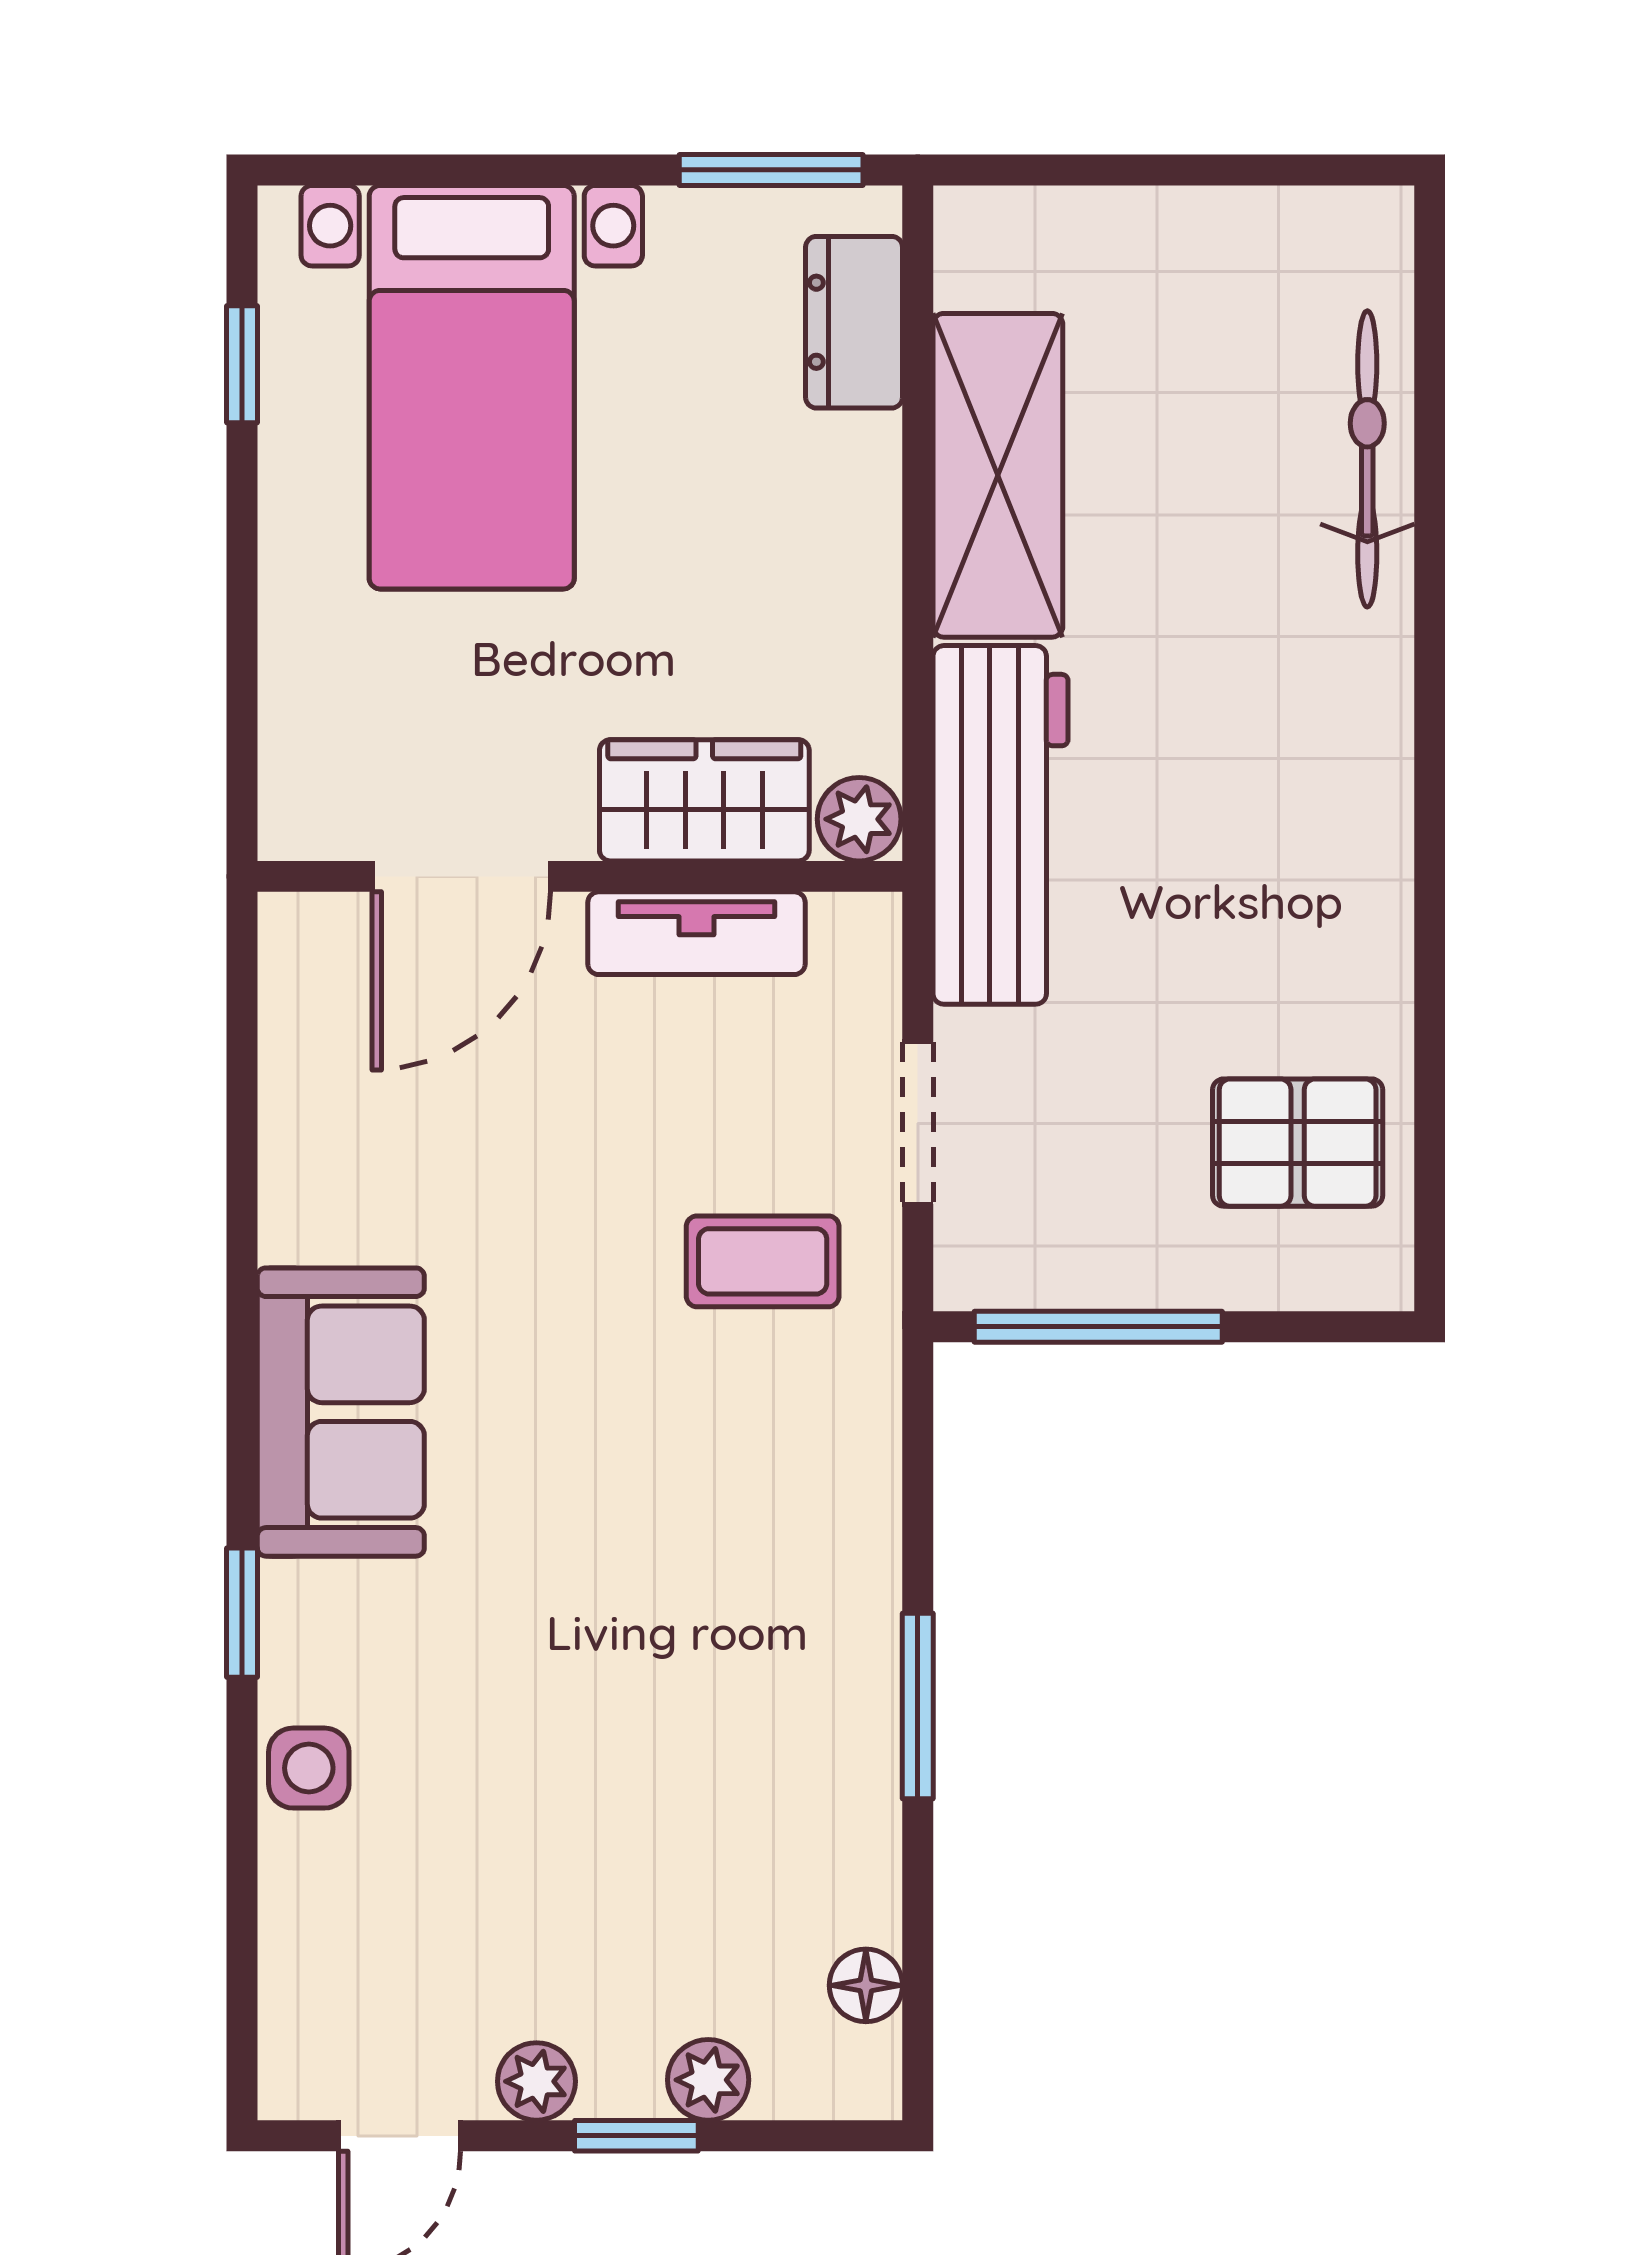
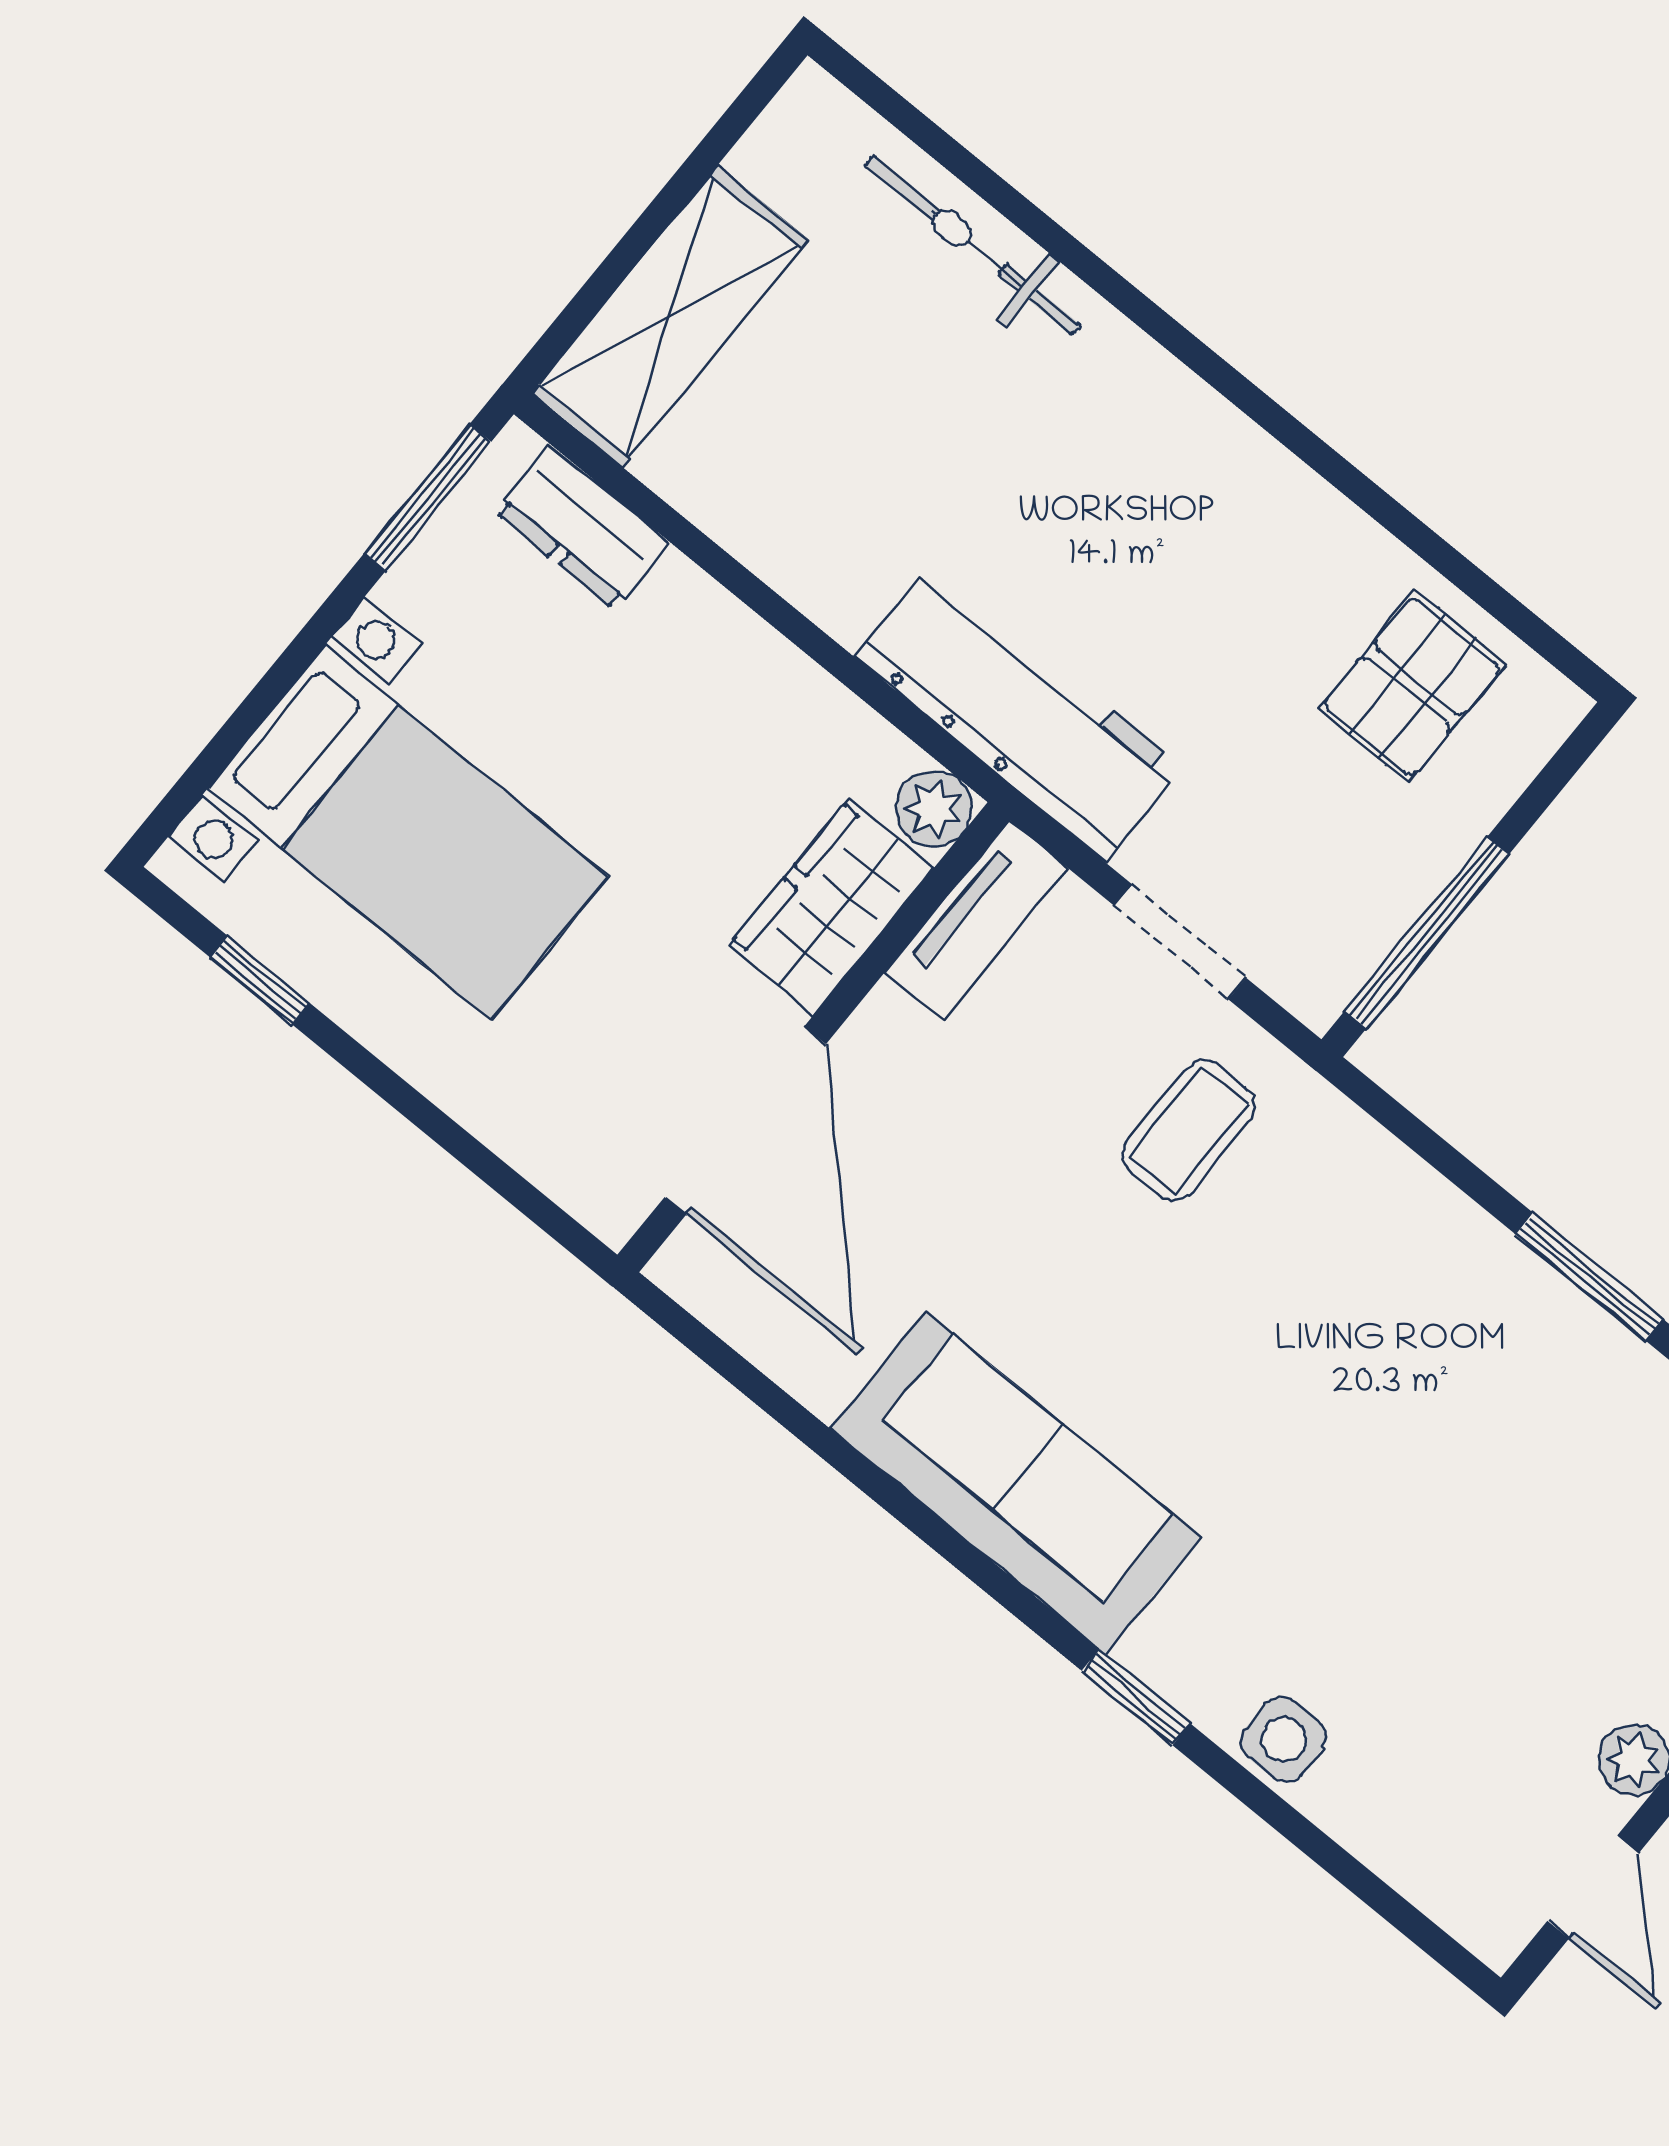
shelving: (998, 475) -> (670, 316), moved, turned 90
door: (461, 876) -> (745, 1121), width x1.36
tv unit: (697, 933) -> (976, 920), moved
sofa: (341, 1412) -> (1015, 1483), width x1.36

